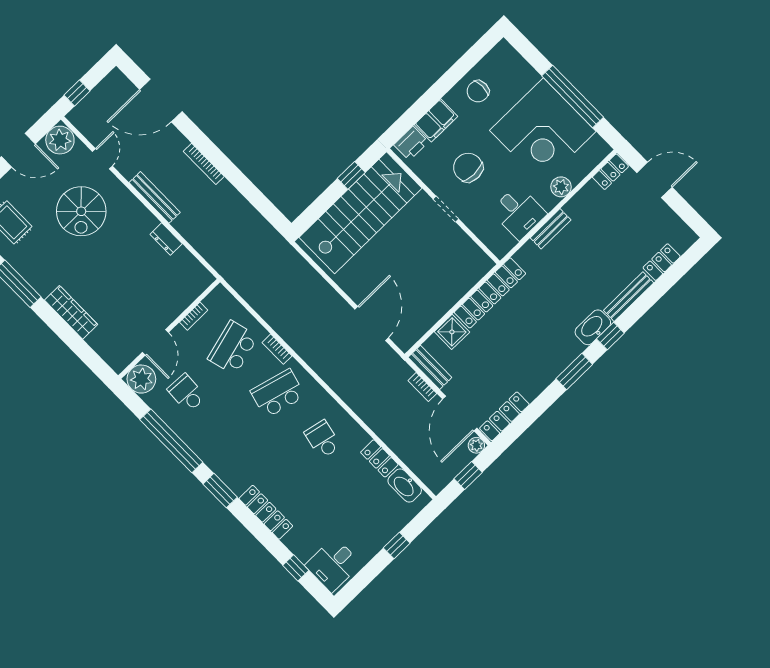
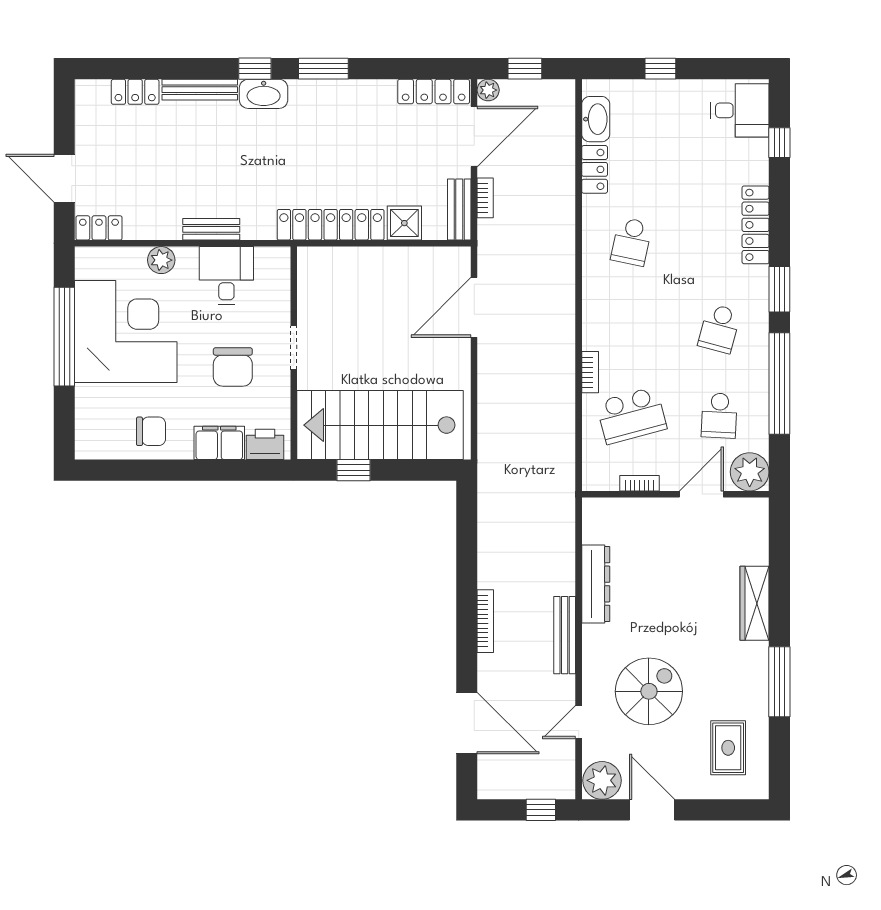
dresser: (166, 239) -> (596, 584), width x1.96, depth x1.24
school desk: (278, 393) -> (719, 329), moved, width x0.54

